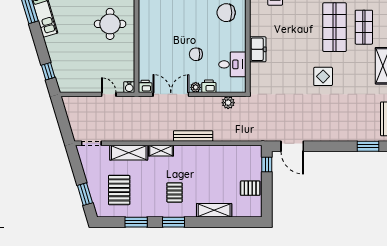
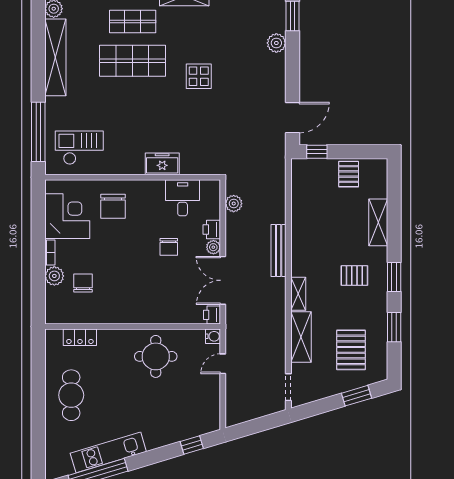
round table: (110, 24) -> (156, 356), moved
plant: (348, 134) -> (276, 43), added
pallet: (119, 190) -> (351, 350), turned 90

